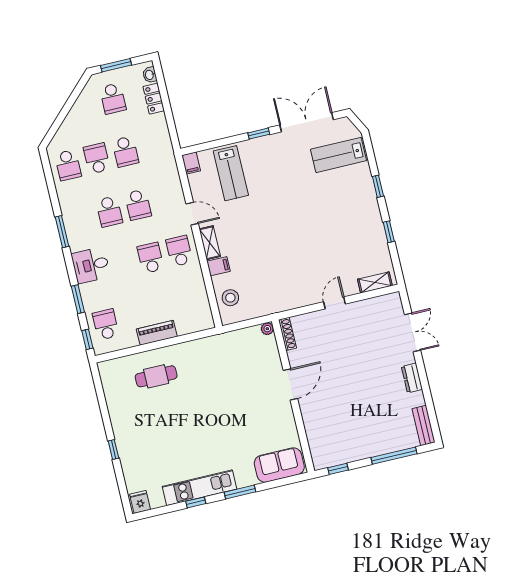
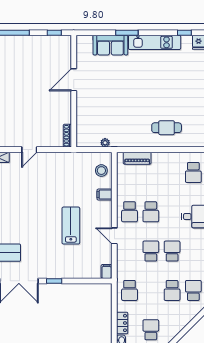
school desk: (125, 152) -> (130, 290), moved, turned 180
lab bench: (231, 173) -> (71, 226), moved
shelving: (210, 243) -> (107, 213), removed
plant: (267, 329) -> (105, 143), moved
piano: (157, 333) -> (137, 158), moved
door: (290, 384) -> (74, 80), moved
sofa: (279, 465) -> (110, 45), moved
window: (196, 502) -> (184, 33), moved

